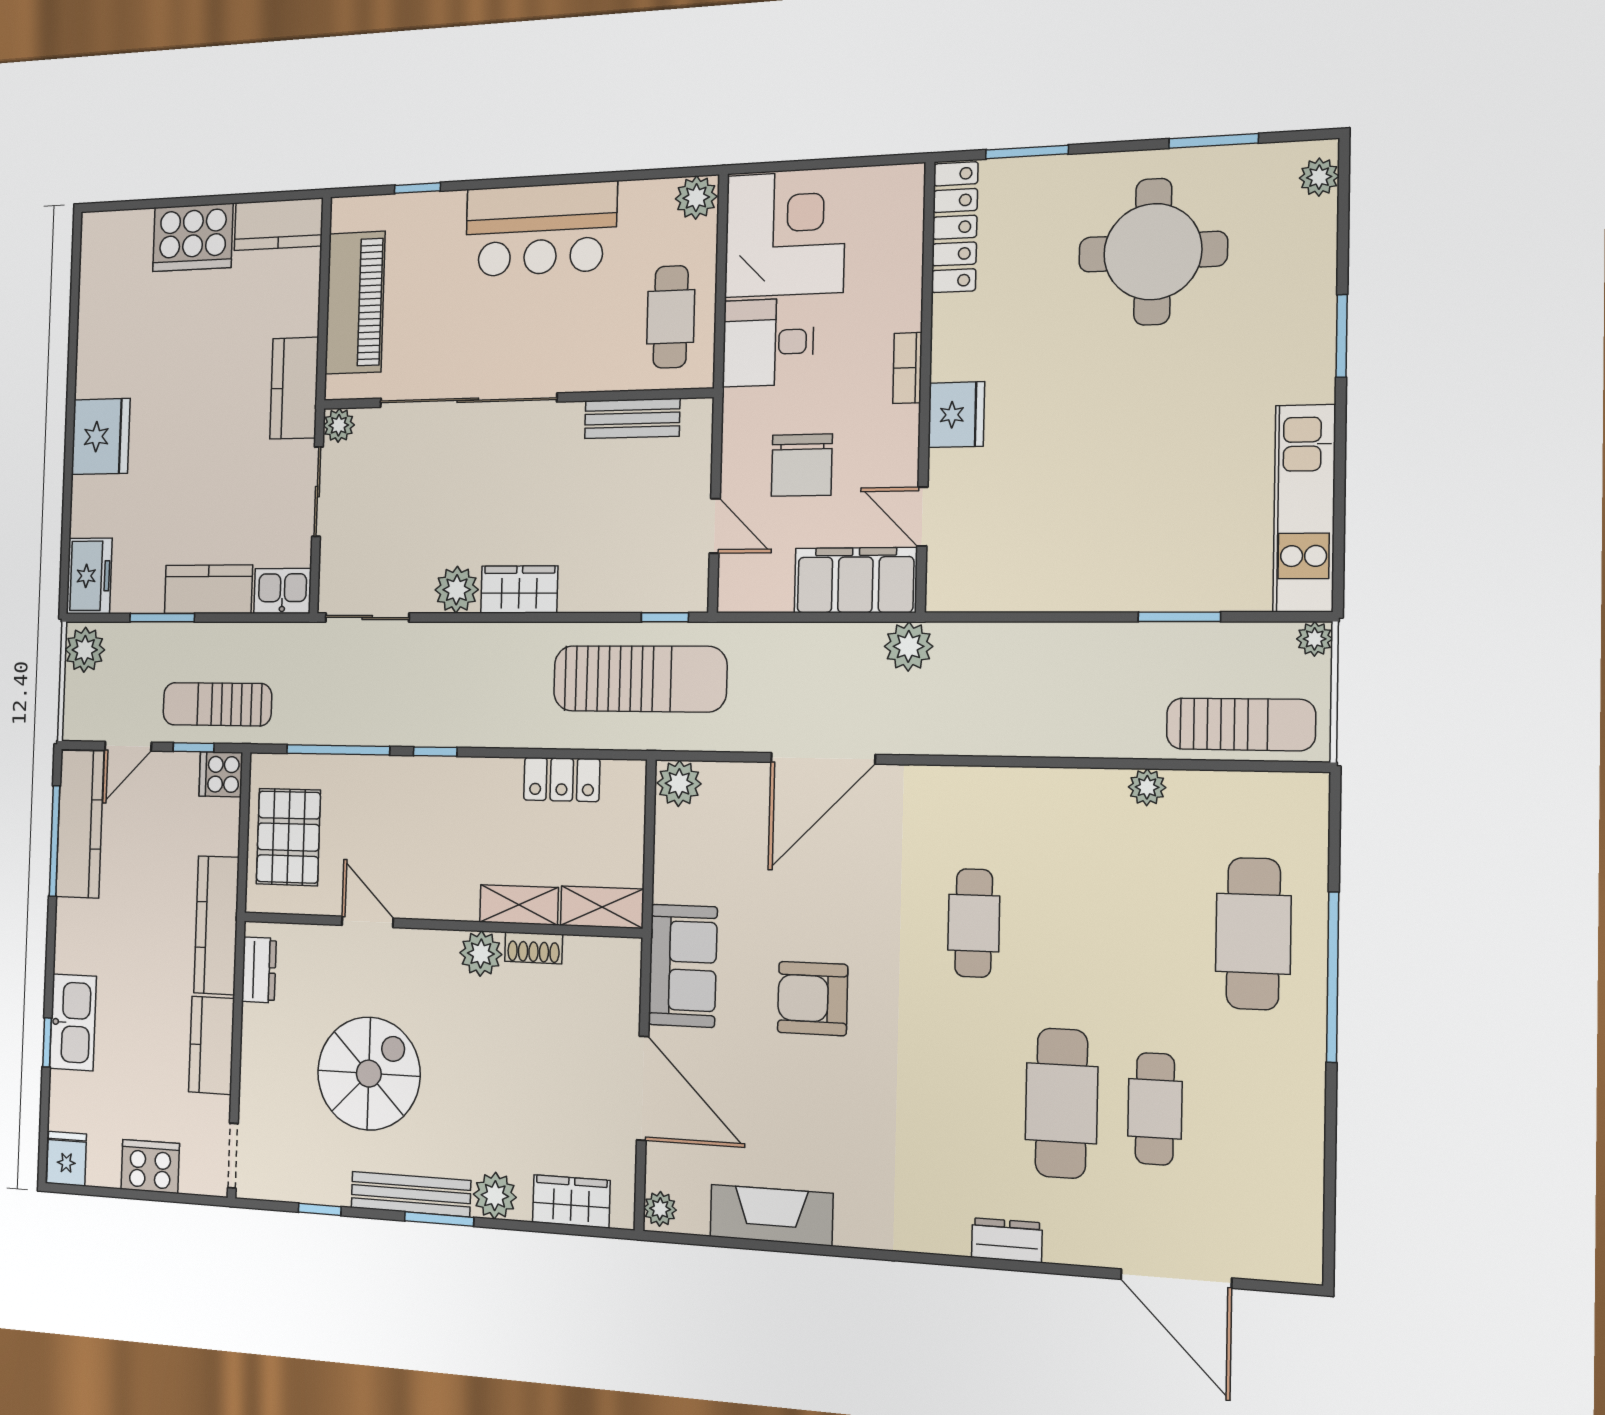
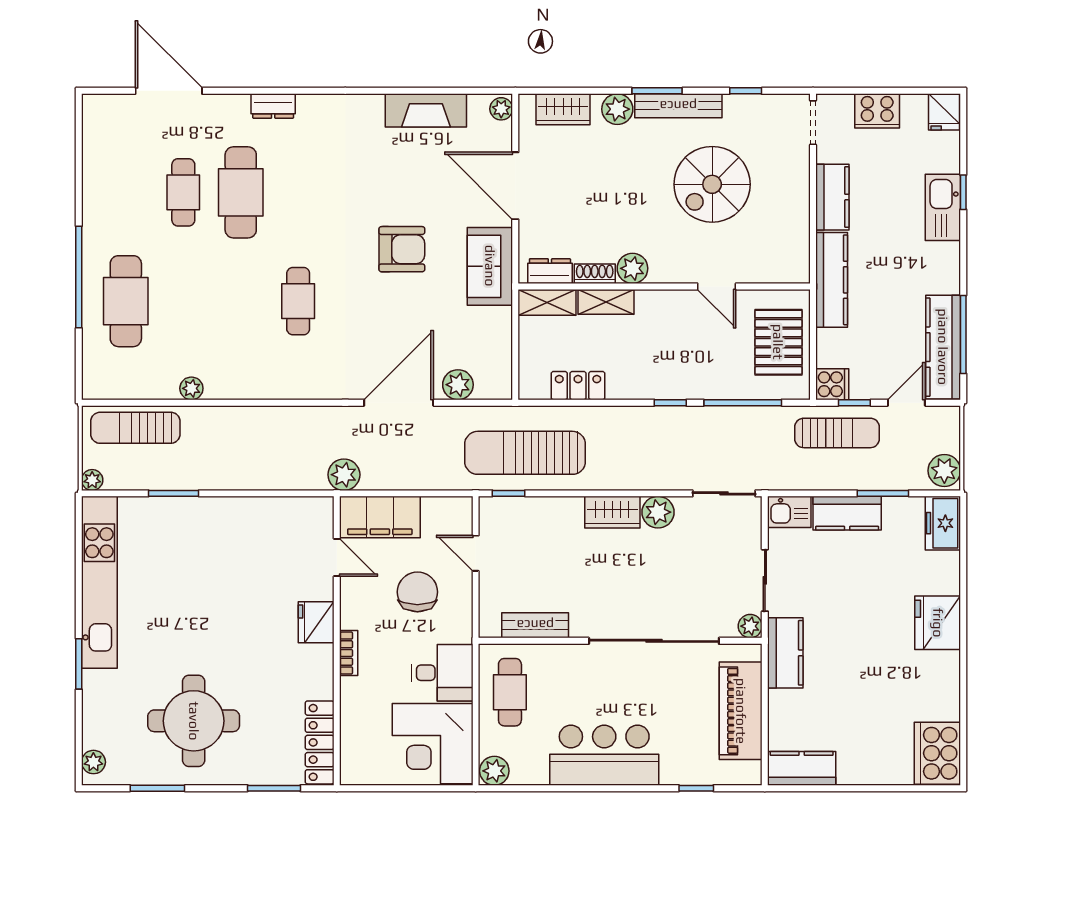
cooker: (193, 237) -> (937, 753), moved, turned -90
kitchen unit: (1304, 508) -> (99, 582), width x1.36
plant: (679, 783) -> (458, 385), moved
dresser: (259, 970) -> (550, 271), moved, turned 90

